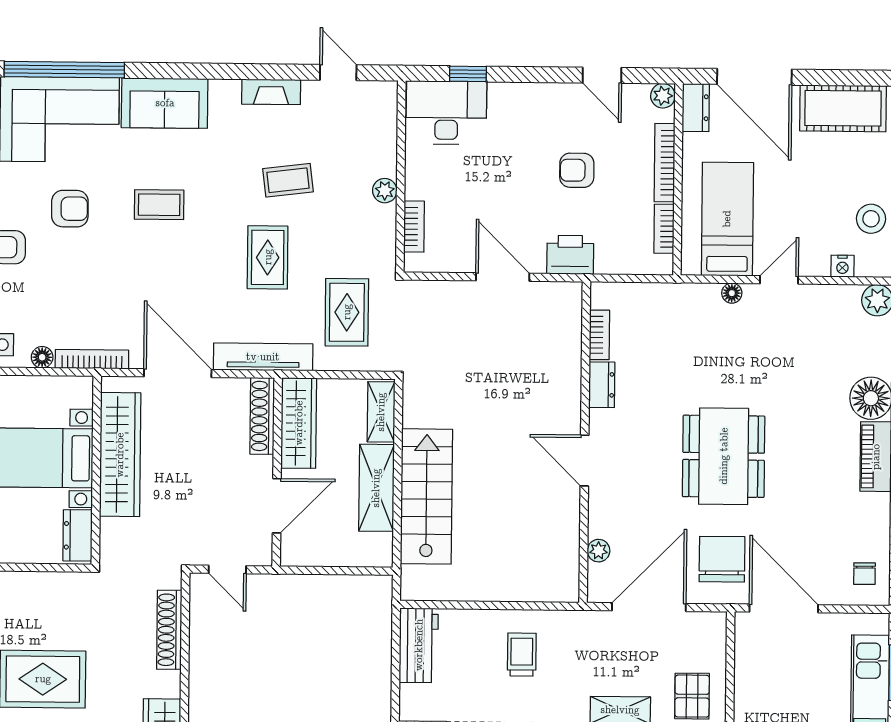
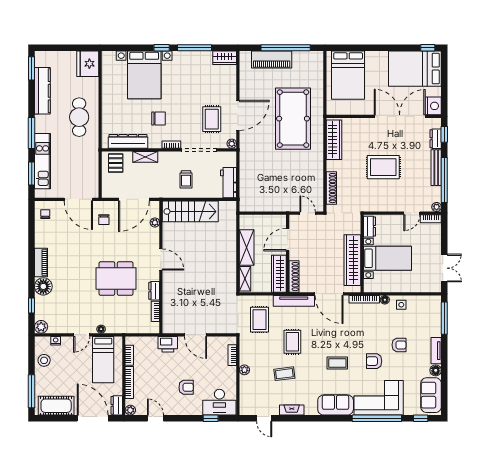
armchair: (577, 170) -> (186, 387), moved
dining table: (724, 456) -> (116, 279), moved, turned 90
stairs: (426, 496) -> (190, 211), moved, turned -90
chair: (722, 559) -> (104, 220), width x0.54, depth x0.54

